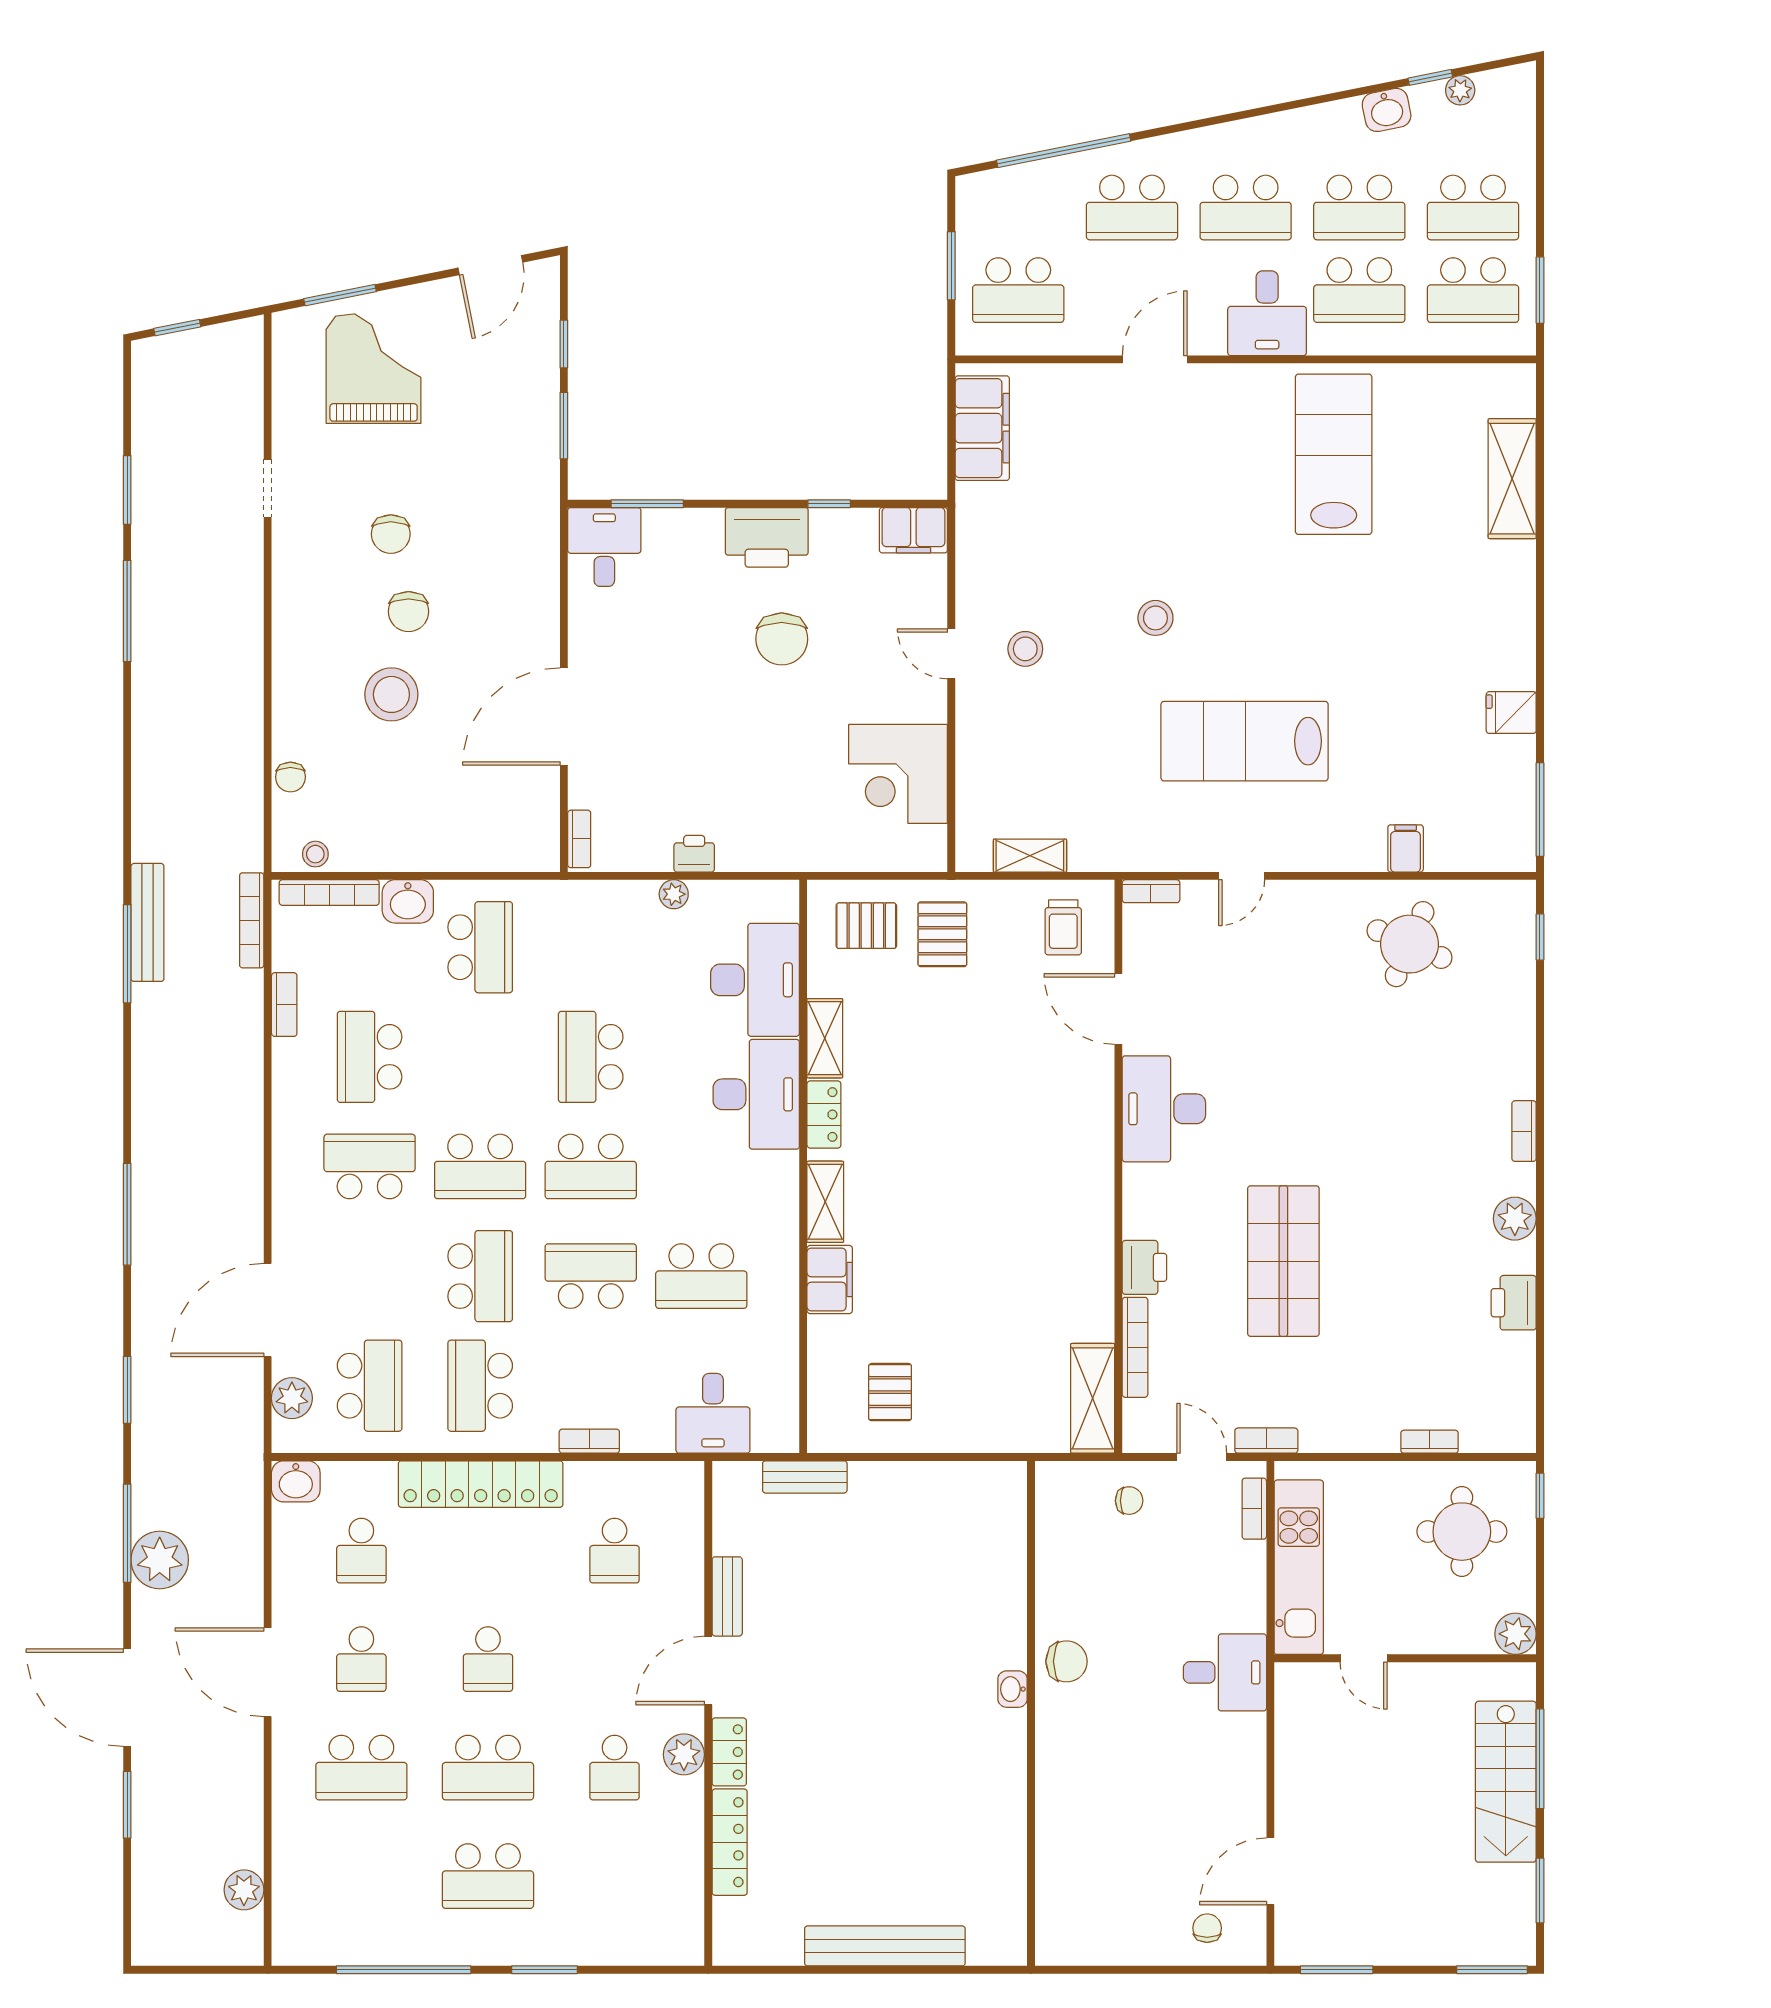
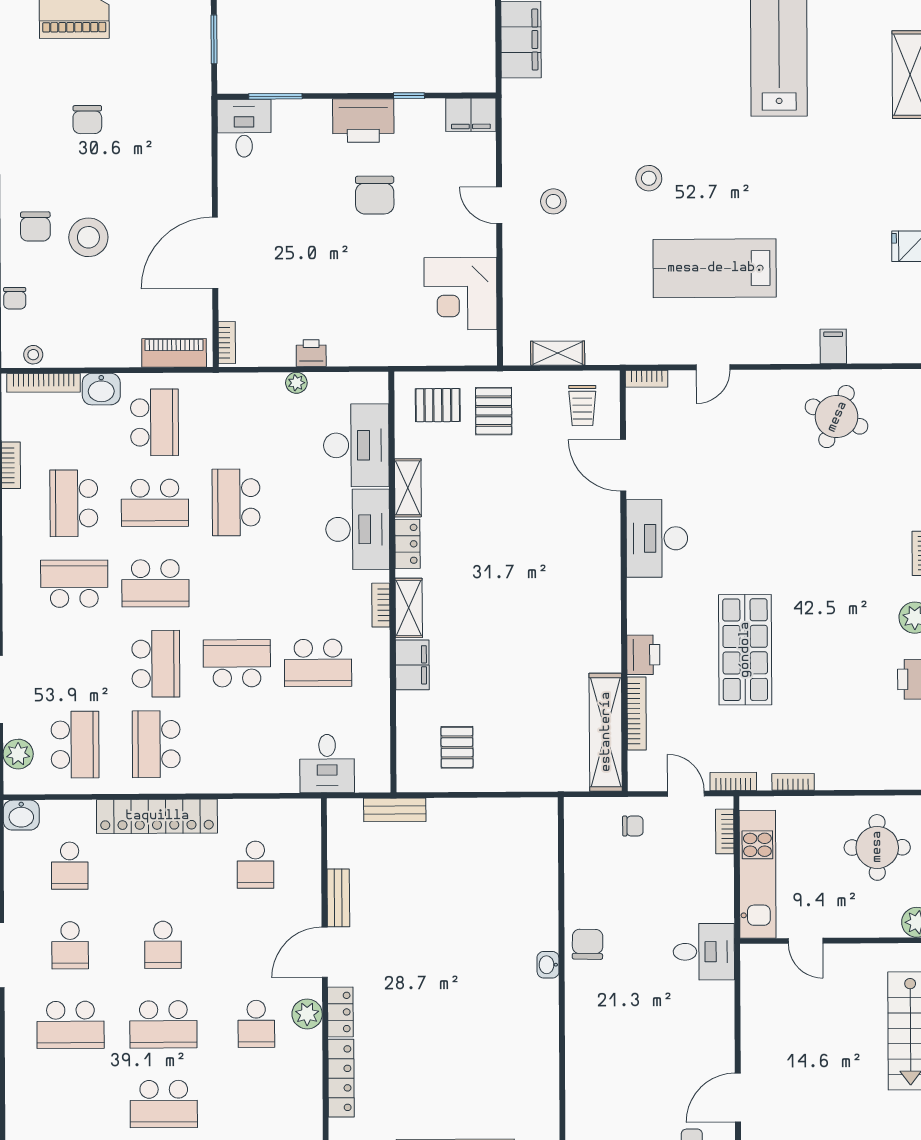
chair: (409, 612) -> (35, 226), moved
piano: (507, 853) -> (174, 353), added
school desk: (591, 1166) -> (155, 503), moved
shelving: (1093, 1398) -> (606, 732), width x1.47
bookcase: (589, 1441) -> (381, 605), moved, turned -90
bookcase: (1430, 1442) -> (793, 782), moved
chair: (1067, 1661) -> (588, 944), turned -89

